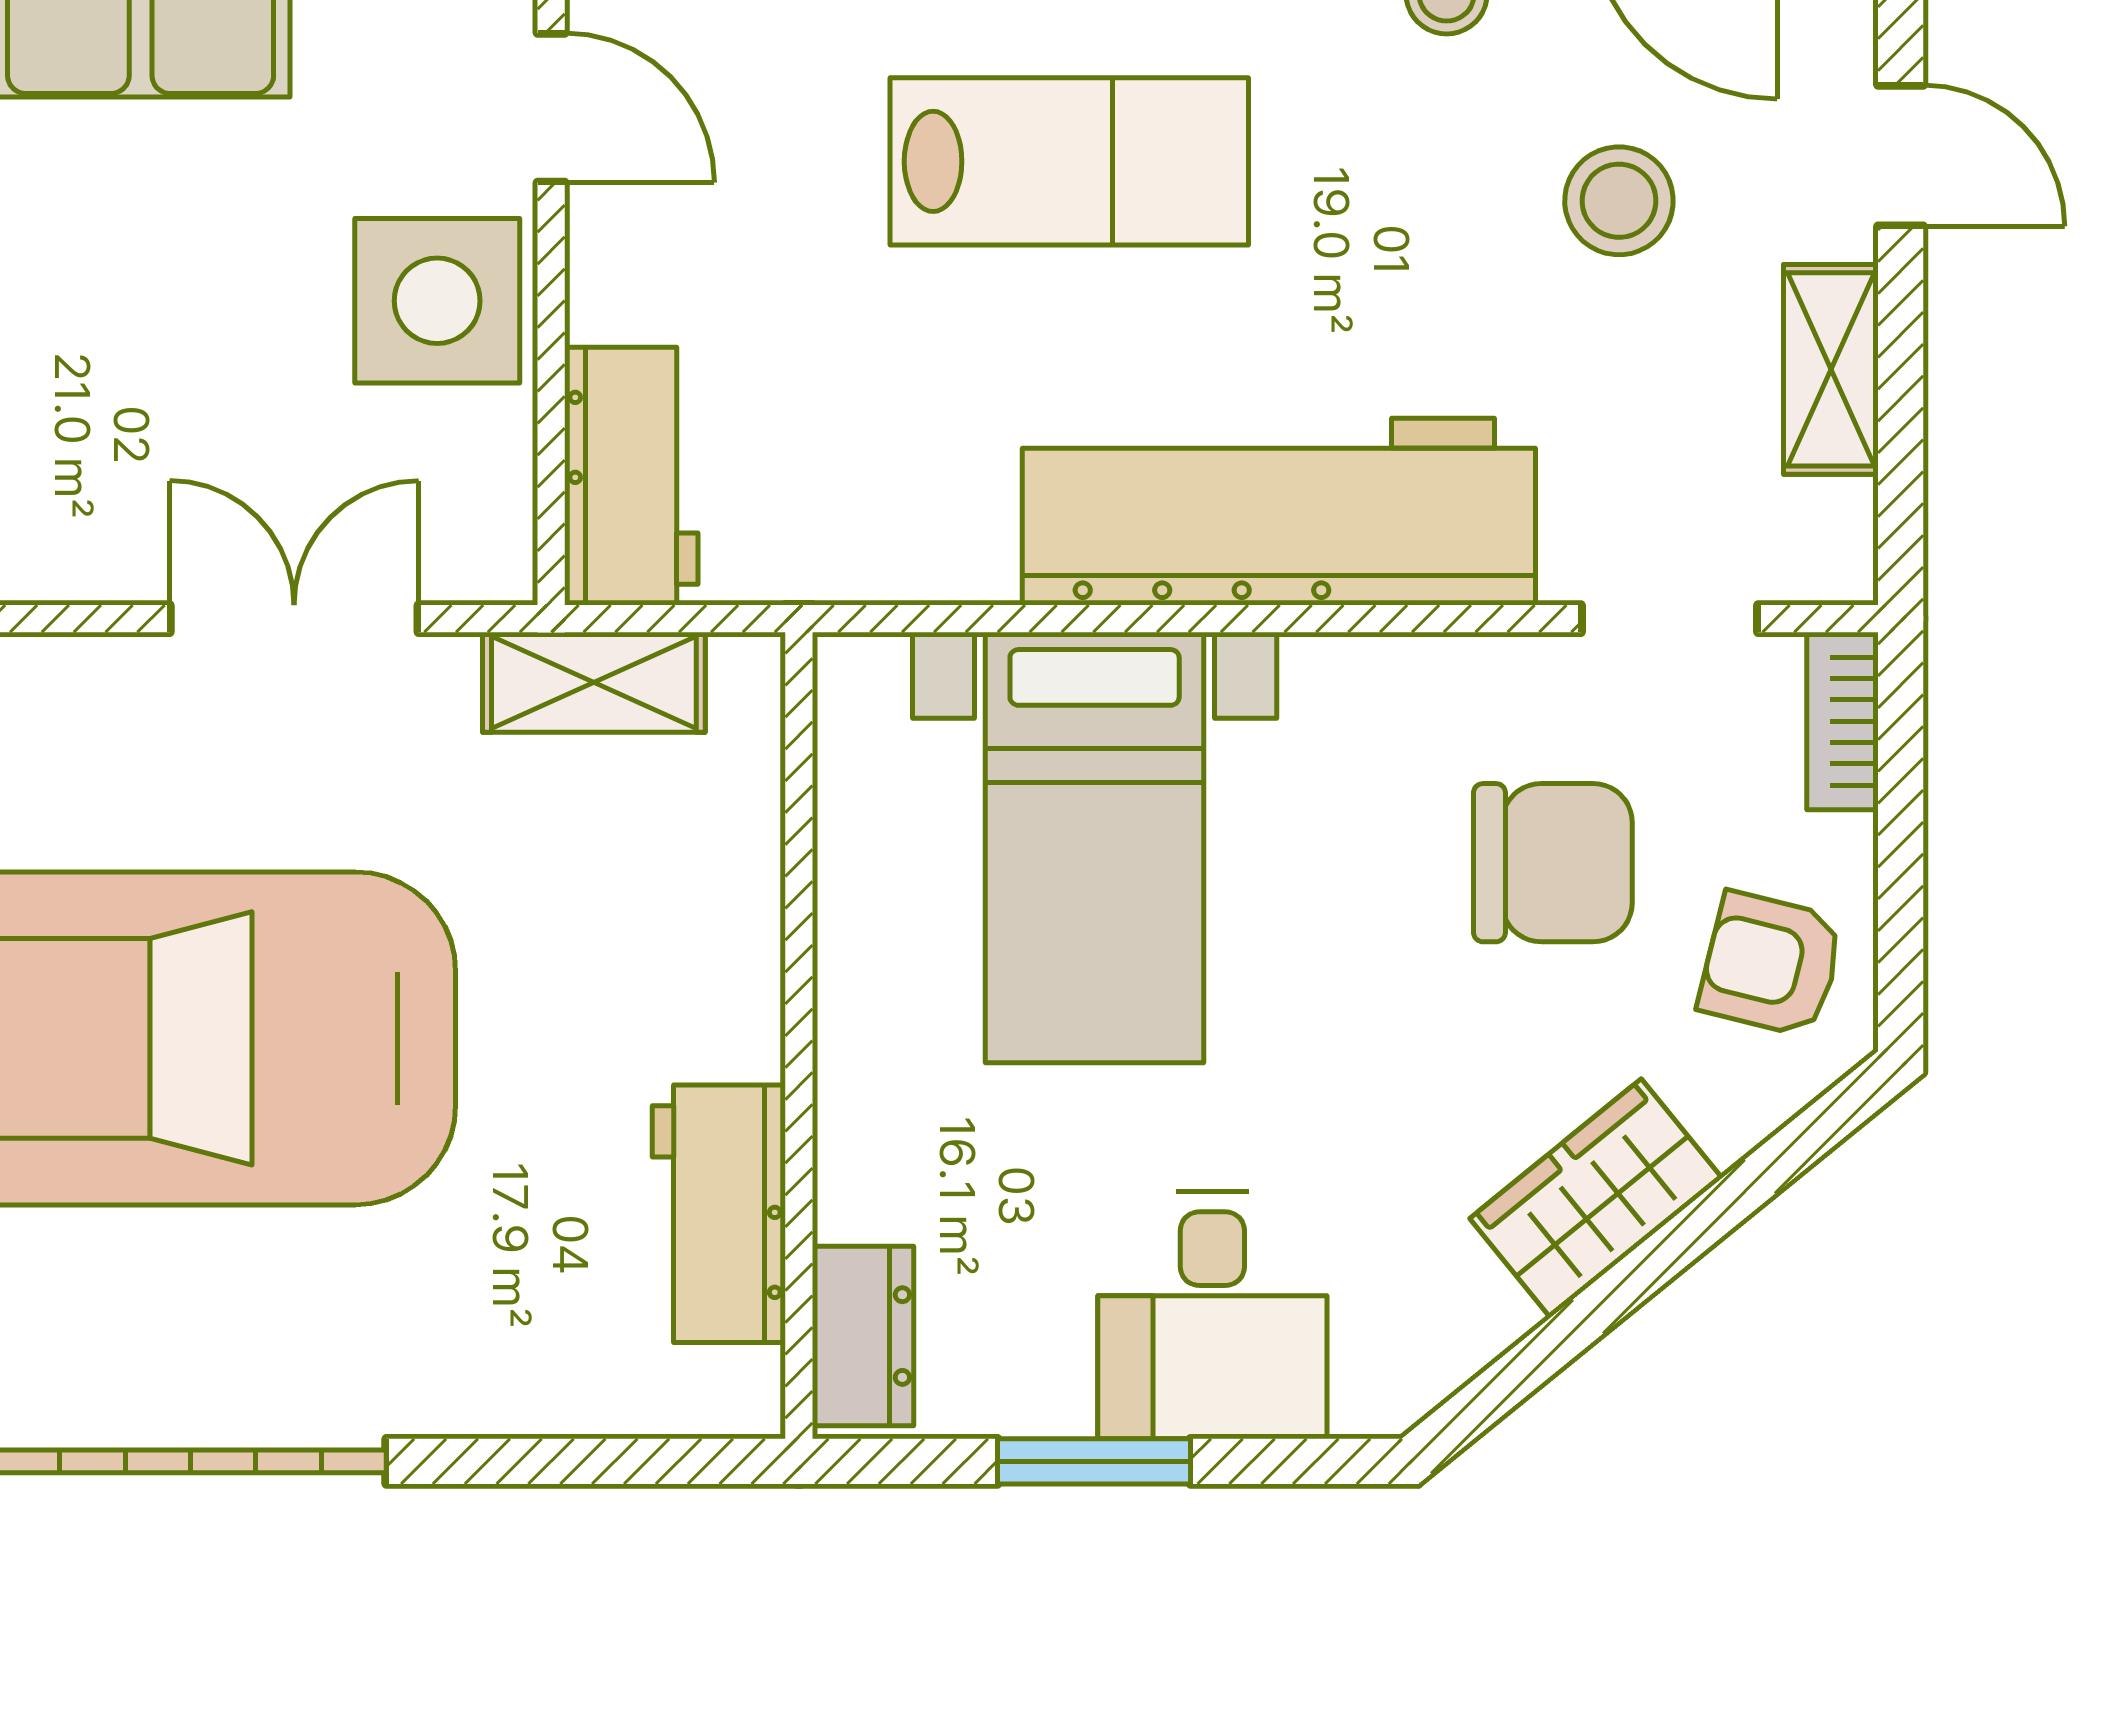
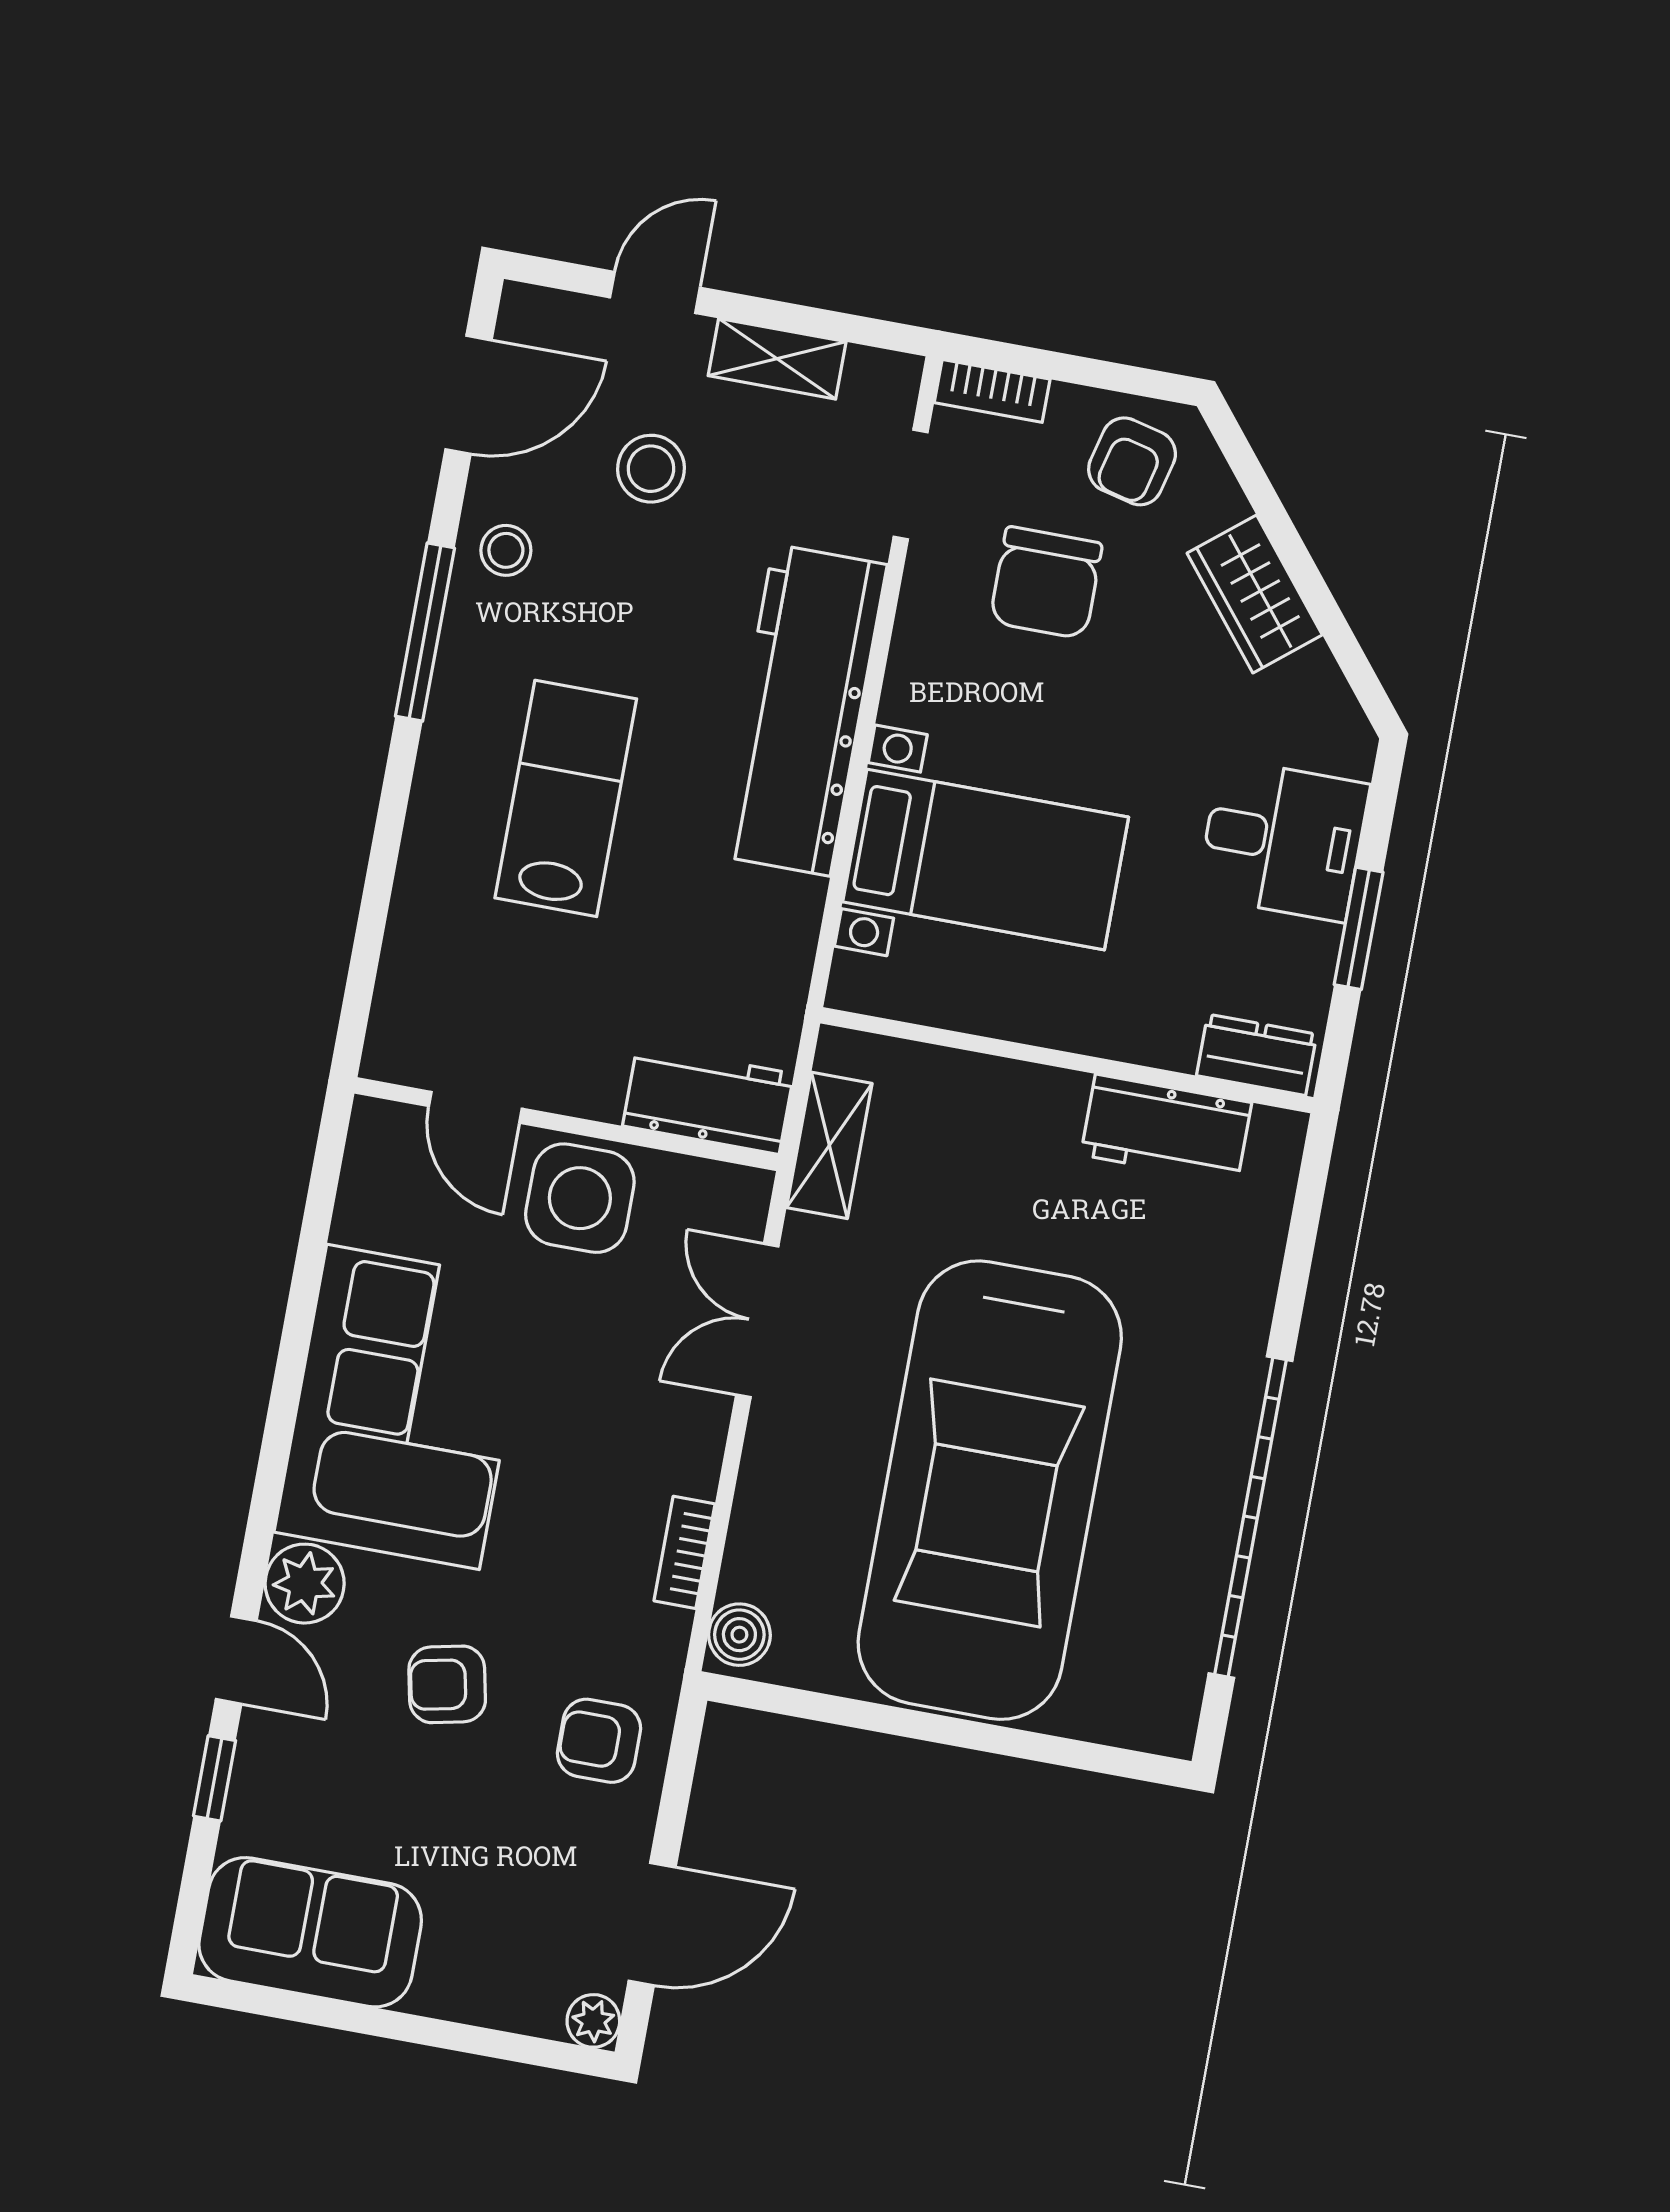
door: (551, 108) -> (475, 1107), swing flipped
chair: (1553, 863) -> (1046, 583), turned 180

